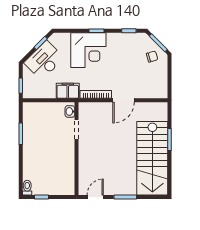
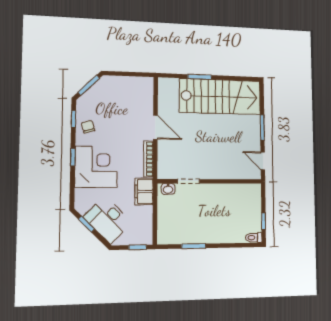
chair: (152, 57) -> (88, 127), moved

